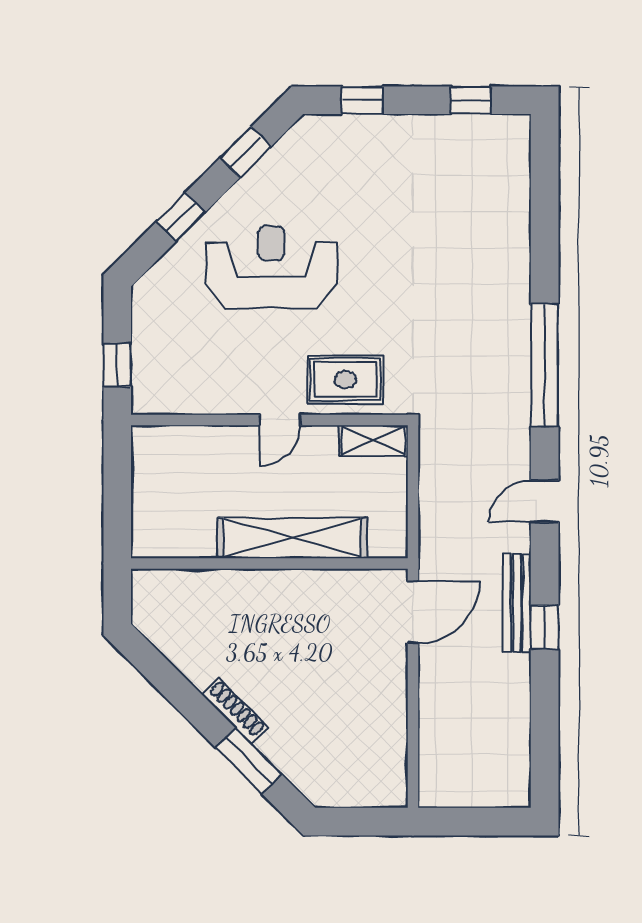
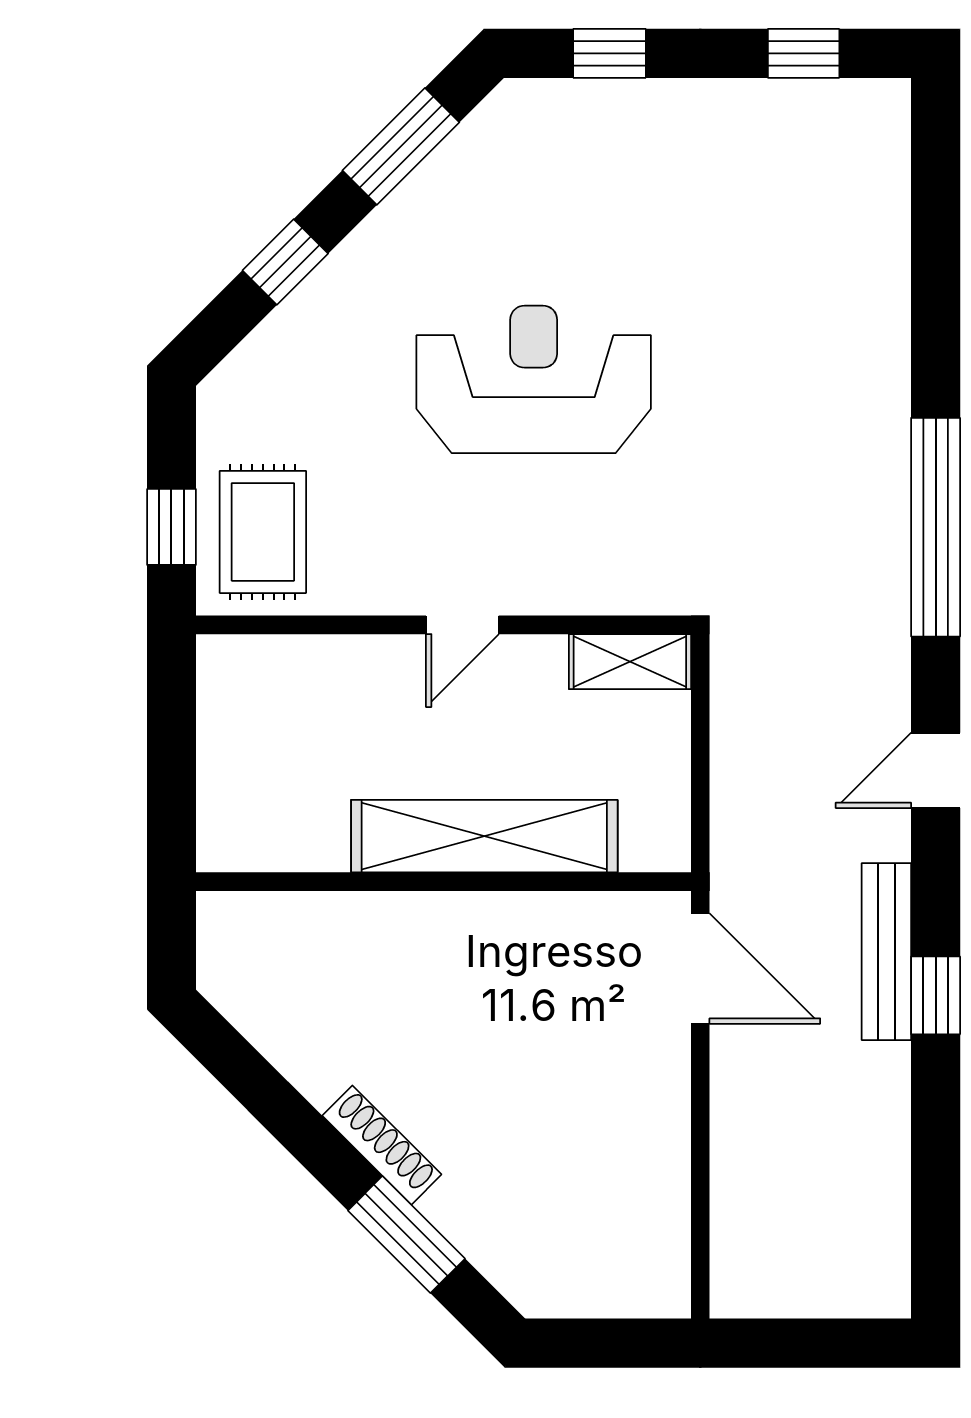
window: (246, 152) -> (401, 146), width x1.50
reception desk: (271, 267) -> (534, 379), moved
rug: (345, 379) -> (263, 532), moved, turned 90
door: (413, 612) -> (700, 968), hinge flipped

